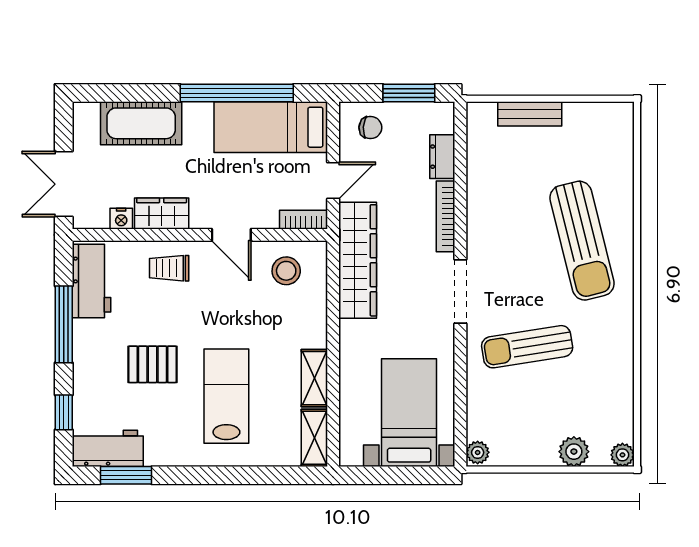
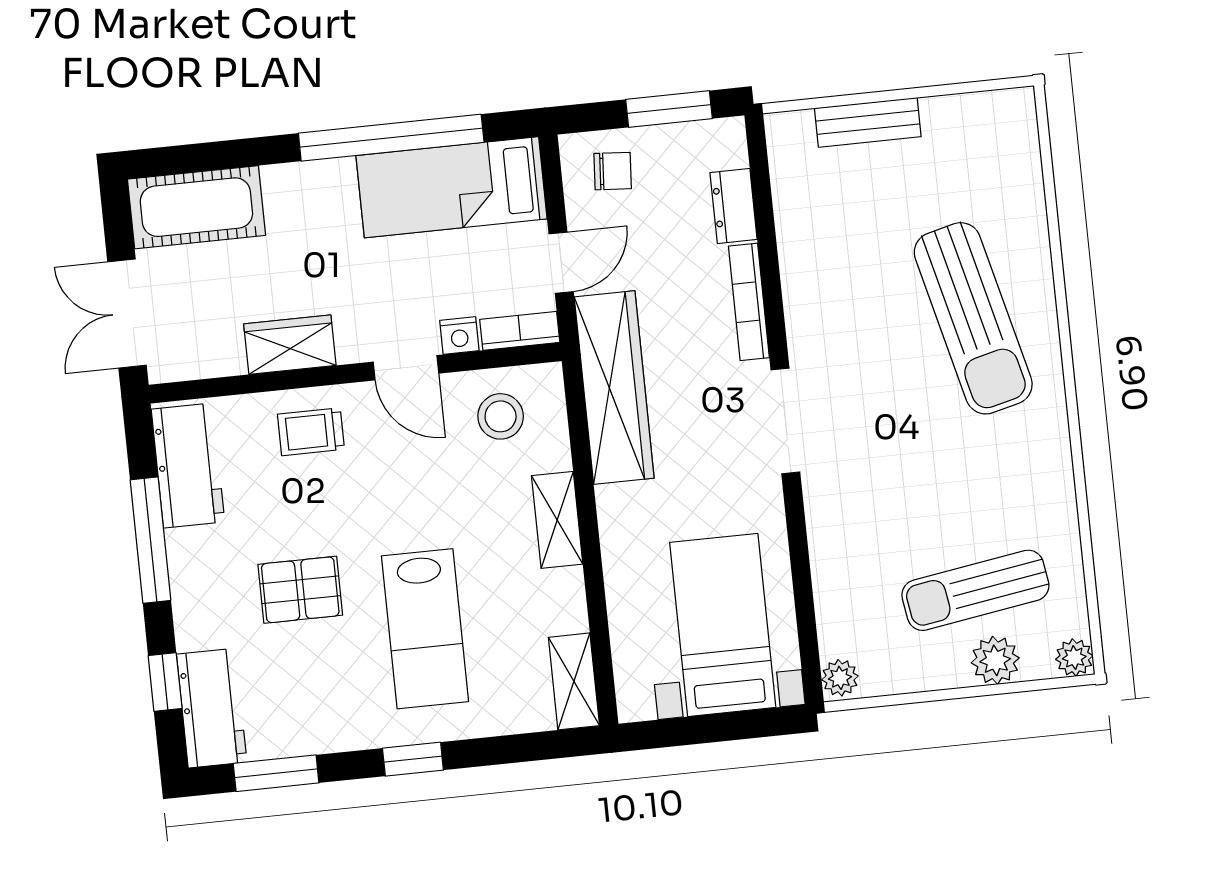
cot: (141, 123) -> (196, 207), moved
nightstand: (121, 219) -> (459, 336), moved
sun lounger: (527, 347) -> (975, 590), moved
shelving: (314, 378) -> (557, 520), moved
lab bench: (226, 396) -> (425, 629), turned 180
workbench: (108, 448) -> (212, 708), moved, turned 90
window: (211, 475) -> (413, 759), added

